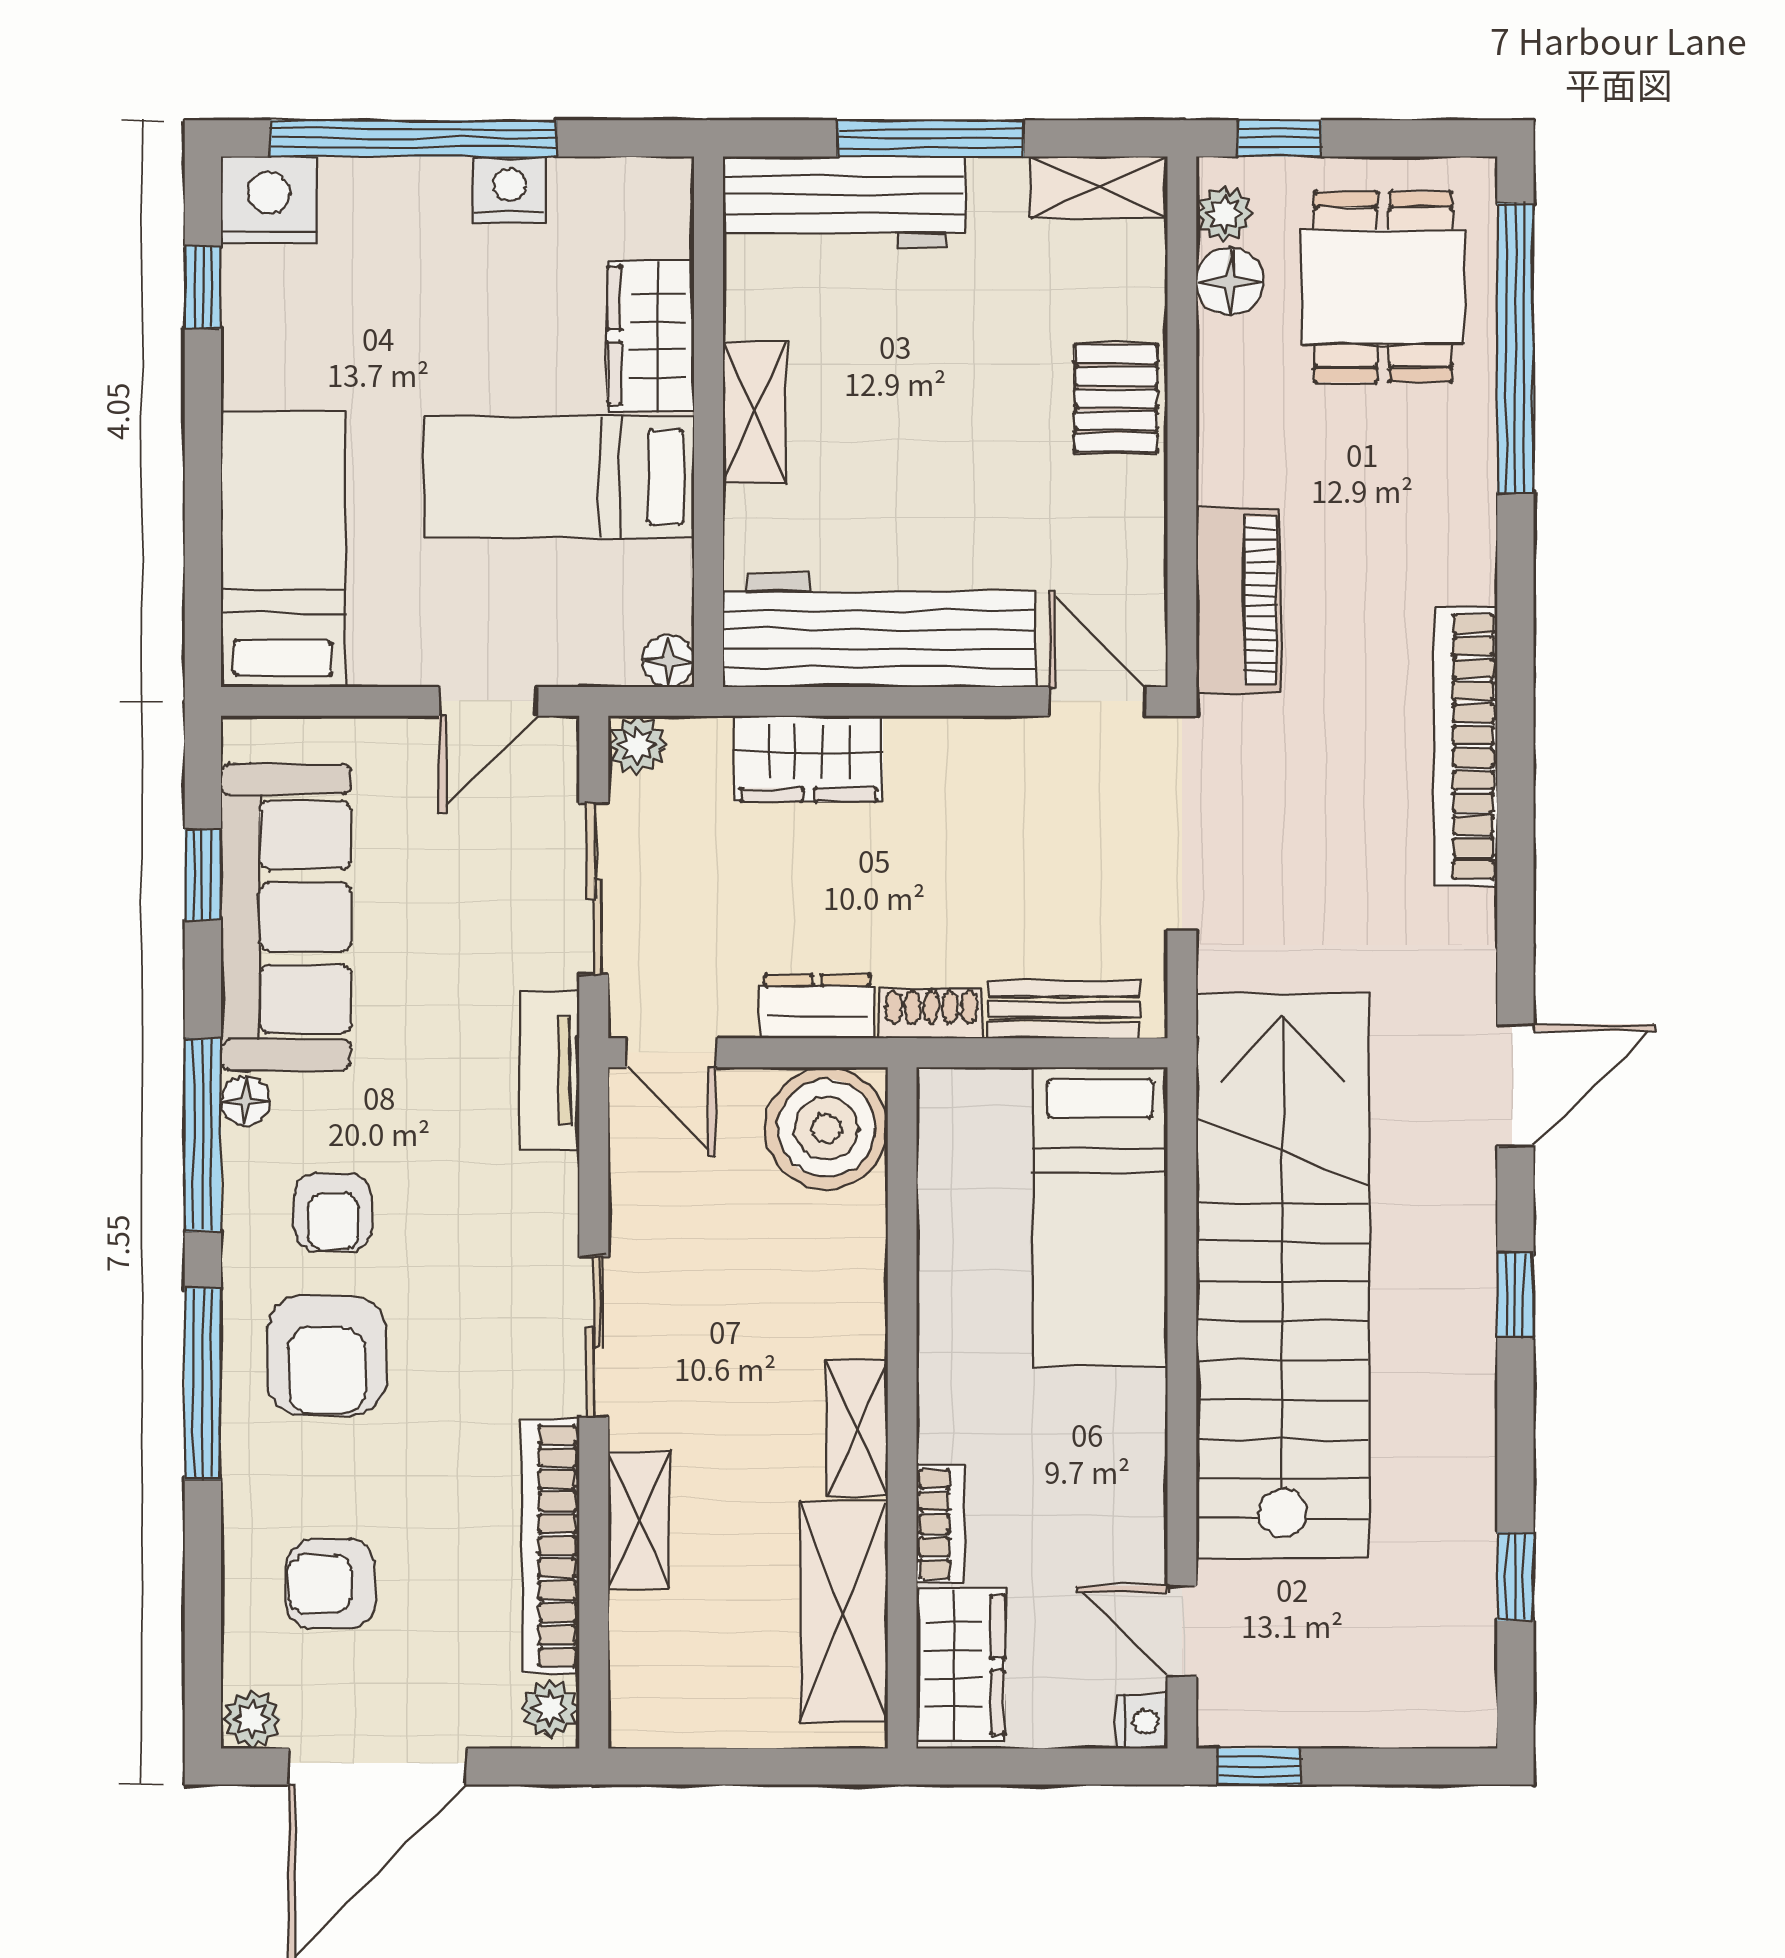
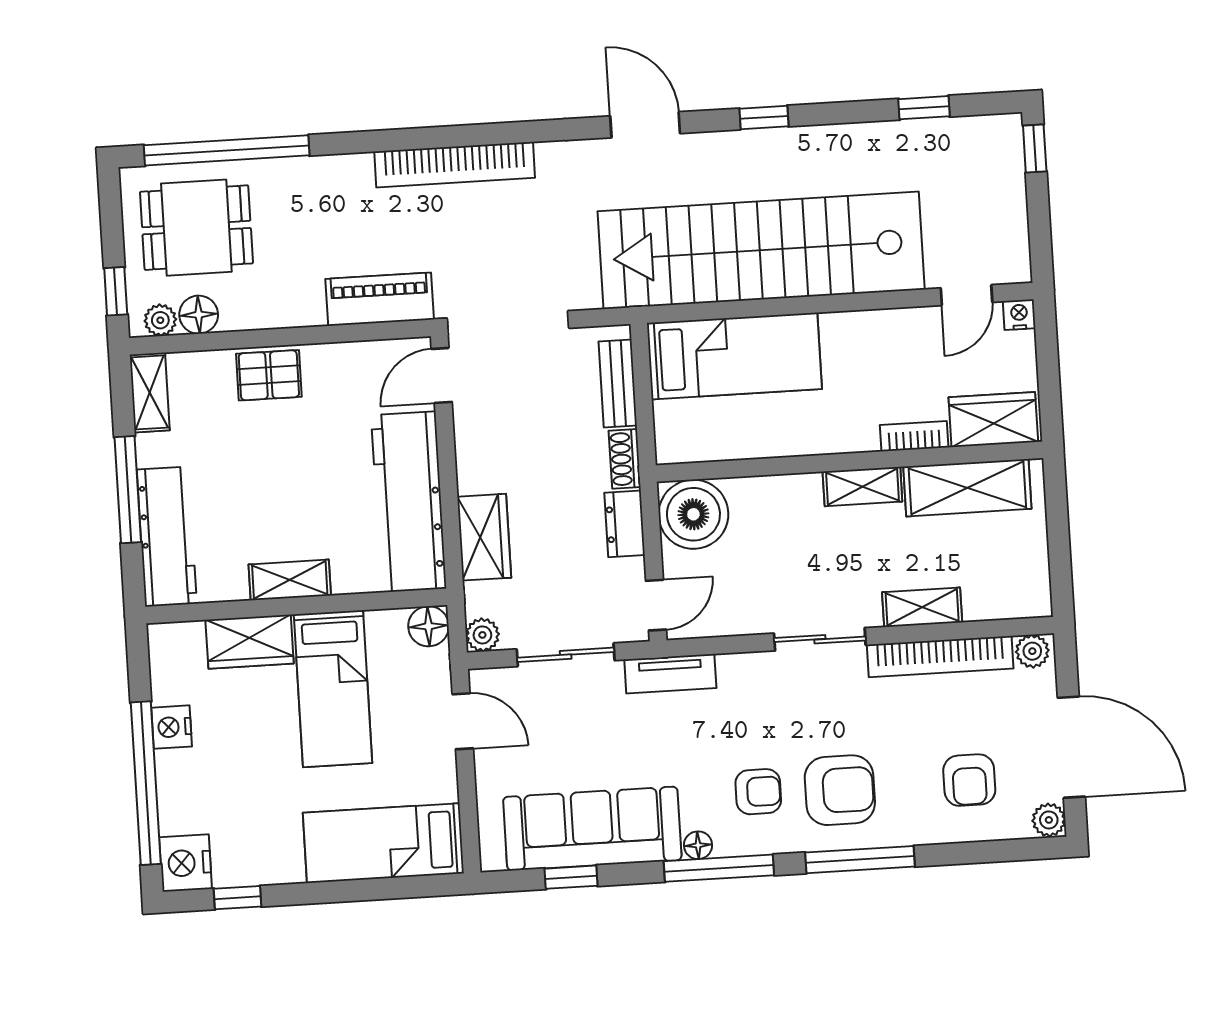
floor lamp: (668, 661) -> (429, 626), width x1.37, depth x1.37
window: (1259, 1766) -> (1035, 148), moved

